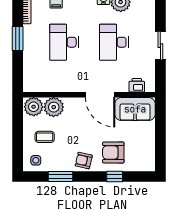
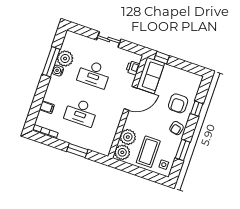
window: (18, 38) -> (77, 150), moved
window: (160, 115) -> (162, 58), added
coffee table: (45, 137) -> (148, 152), width x1.86, depth x1.72

